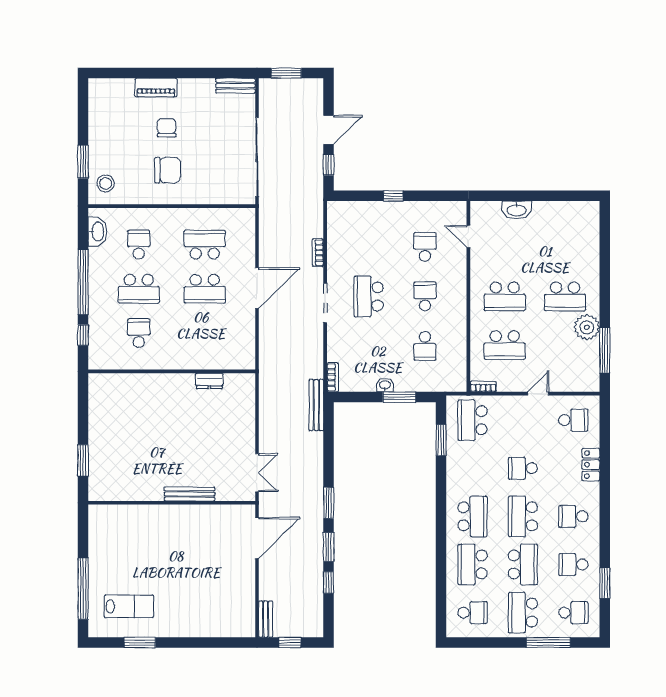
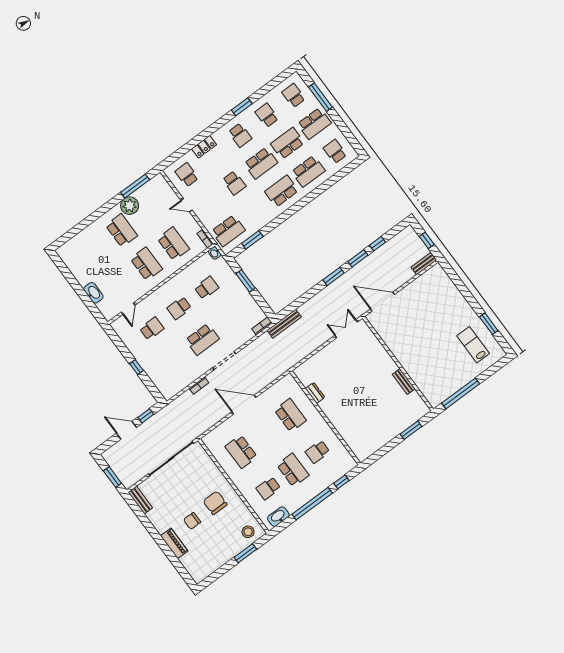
school desk: (425, 247) -> (152, 328), turned 180
school desk: (205, 289) -> (290, 415), moved
washbasin: (385, 385) -> (215, 253), moved
bench: (190, 494) -> (404, 382), moved, width x0.73
school desk: (573, 564) -> (267, 115), turned 180
window: (605, 583) -> (242, 107), moved
window: (83, 589) -> (461, 393), moved

